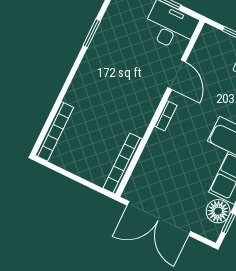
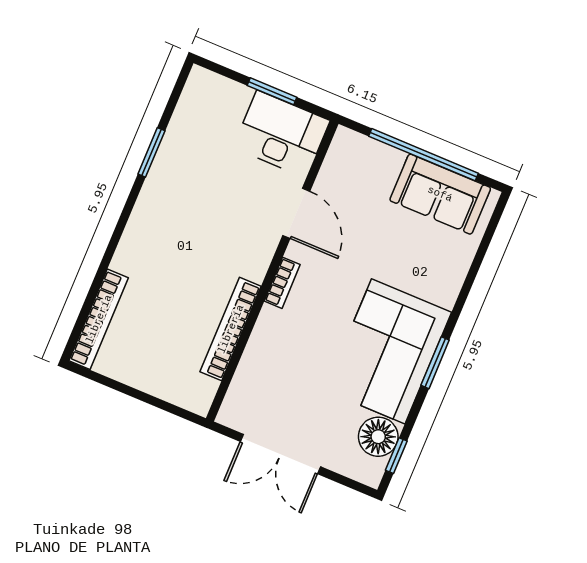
bookcase: (123, 164) -> (231, 329), moved
double door: (159, 218) -> (280, 454), width x0.73

